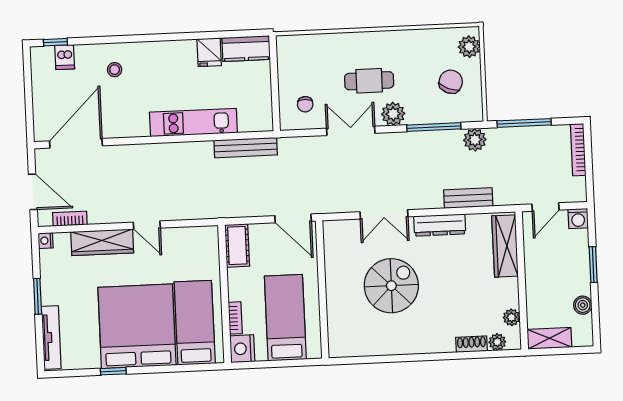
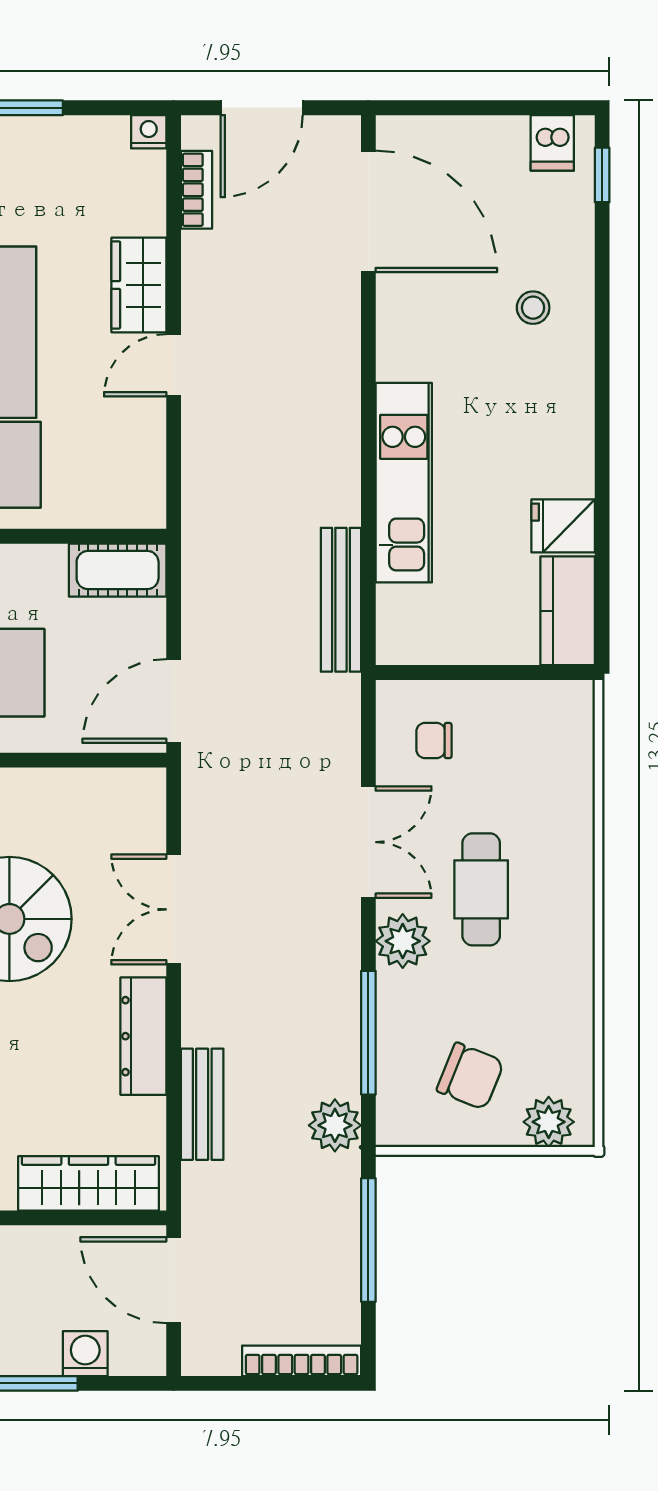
dishwasher: (65, 57) -> (552, 143), moved, turned -90
door: (546, 207) -> (174, 1280), width x1.38
washing machine: (578, 219) -> (85, 1354), moved, turned 90
wardrobe: (102, 242) -> (139, 285), width x0.67

